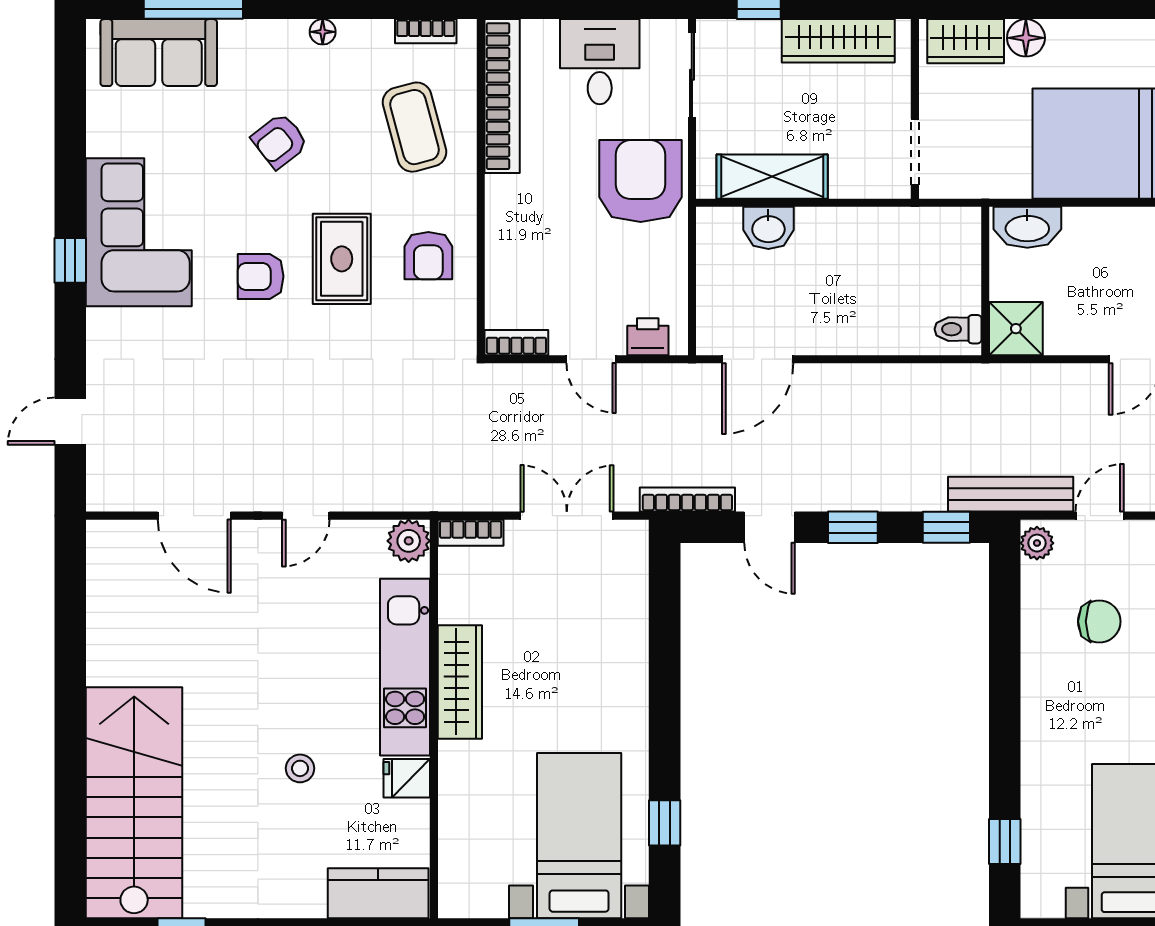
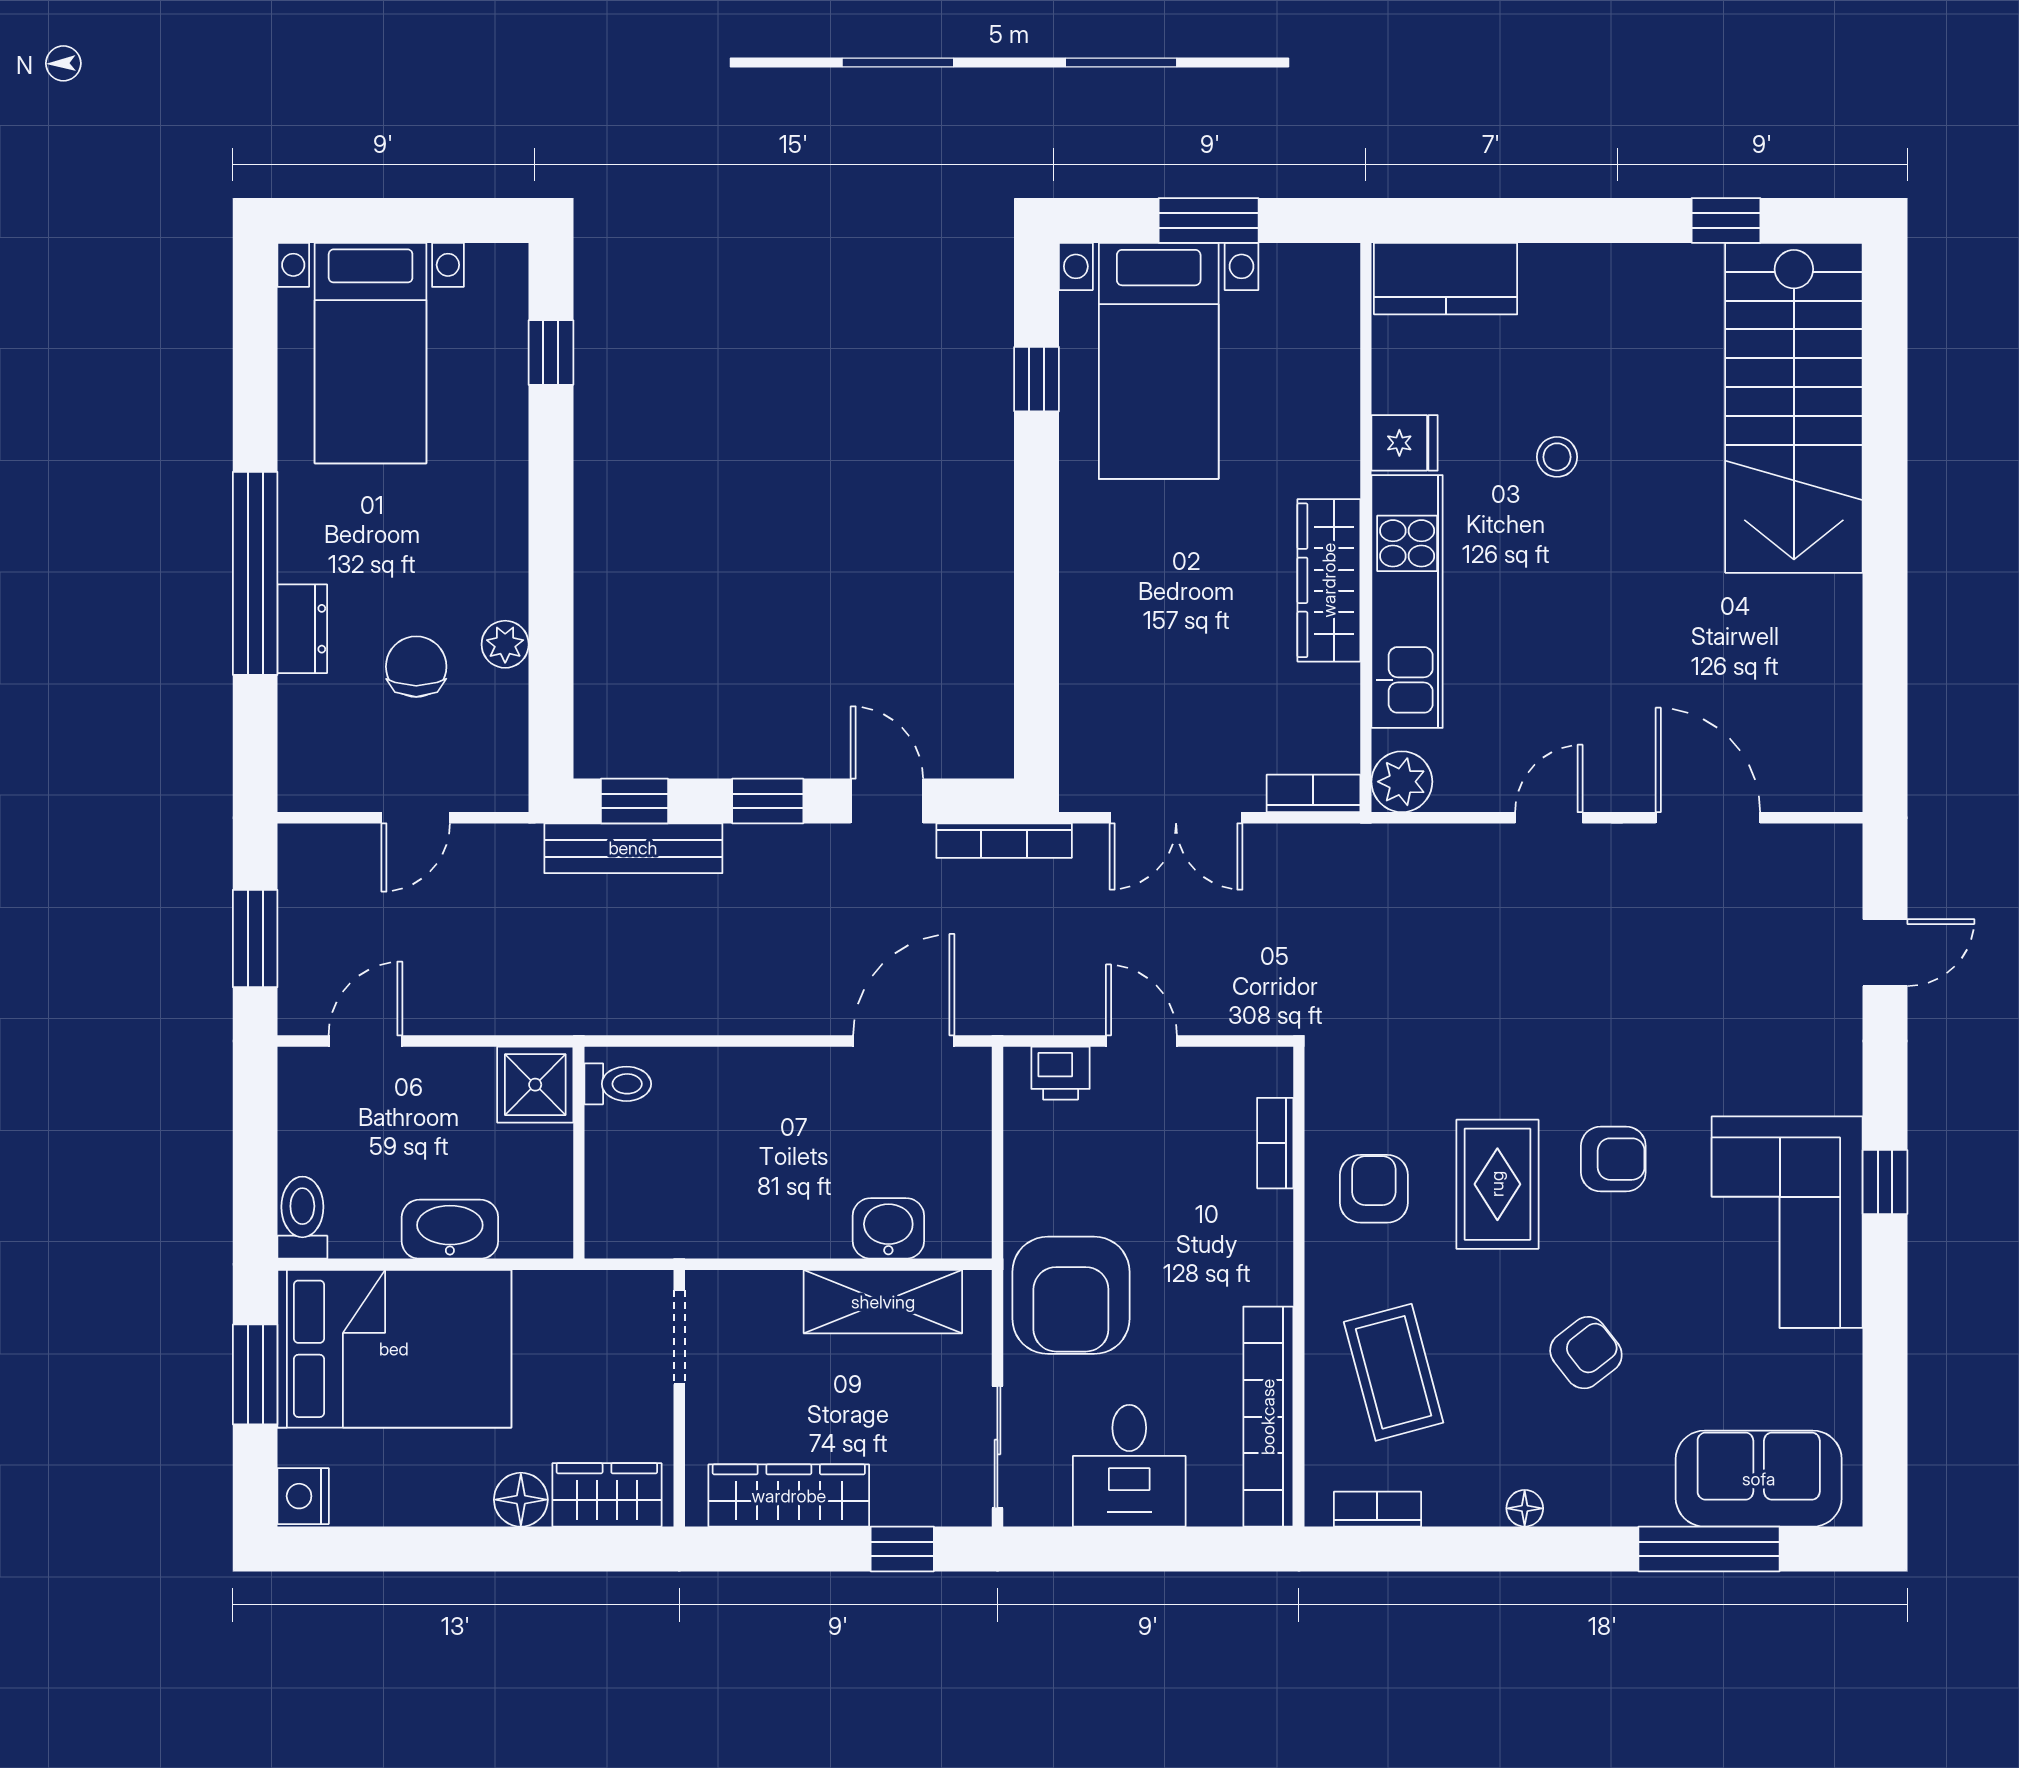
washbasin: (1027, 227) -> (450, 1229), moved
bookcase: (516, 343) -> (1275, 1143), moved, turned 90
bench: (1011, 494) -> (633, 848), moved
plant: (1037, 543) -> (505, 644), moved
chair: (1099, 621) -> (416, 667), turned 90

